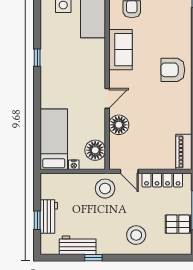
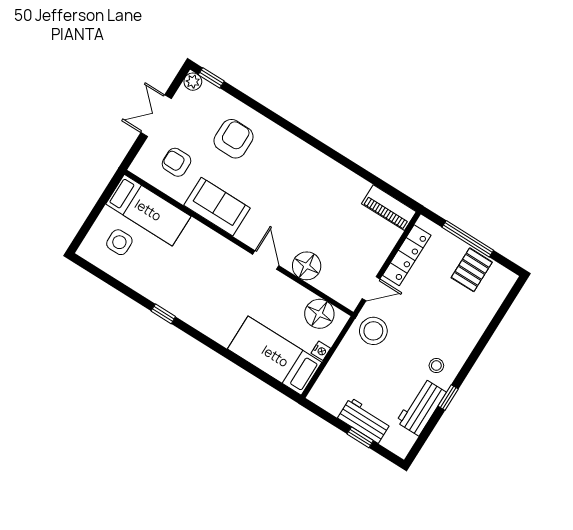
armchair: (173, 70) -> (234, 139), moved, turned 180
stool: (136, 235) -> (436, 366), moved, width x0.53, depth x0.53

